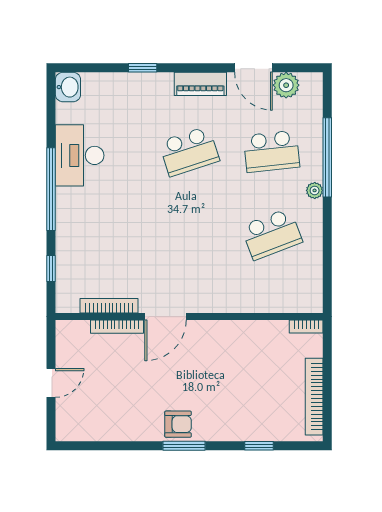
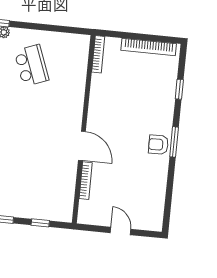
bookcase: (109, 306) -> (70, 185), removed
bookcase: (306, 327) -> (98, 54), width x1.56
armchair: (178, 424) -> (158, 145), turned -91

